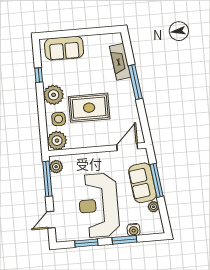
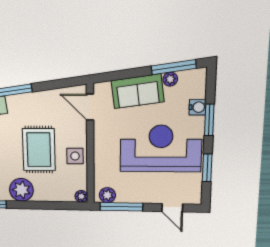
side table: (59, 119) -> (75, 156), moved
plant: (57, 141) -> (81, 196), width x0.53, depth x0.53
window: (157, 180) -> (174, 67), moved
reception desk: (99, 205) -> (161, 149), turned 180

